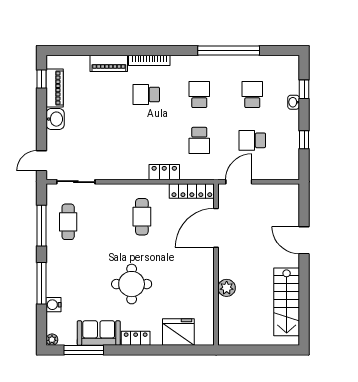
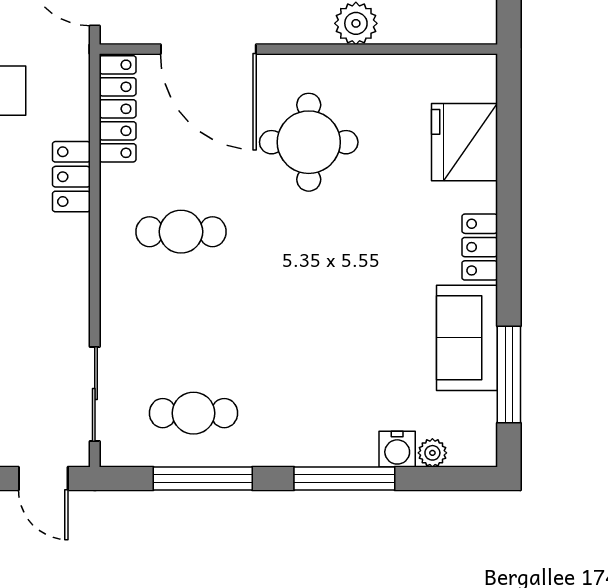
round table: (132, 284) -> (309, 142), moved
plant: (52, 340) -> (432, 453), moved

